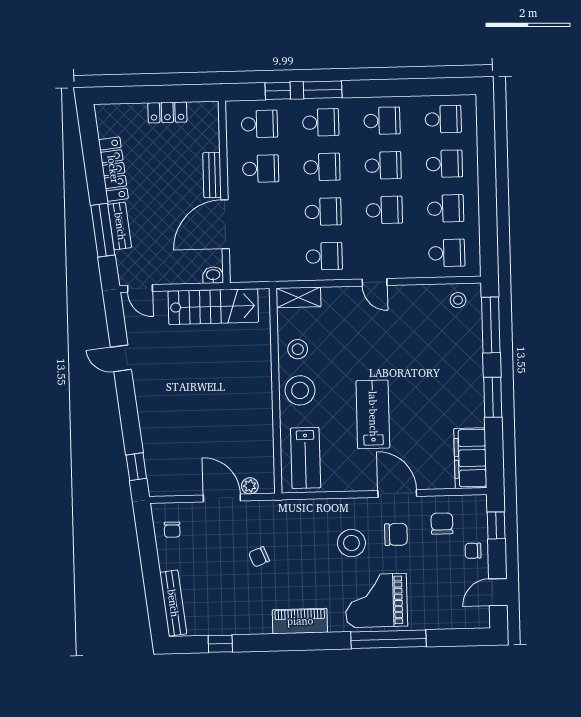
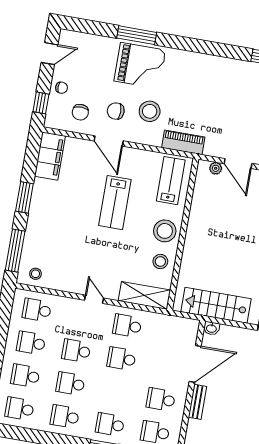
school desk: (322, 167) -> (116, 392), removed
shelving: (298, 297) -> (144, 295), width x1.50, depth x1.33
chair: (259, 557) -> (220, 115), removed
piano: (300, 621) -> (183, 142), moved, turned 180
window: (388, 639) -> (137, 35), width x0.68

